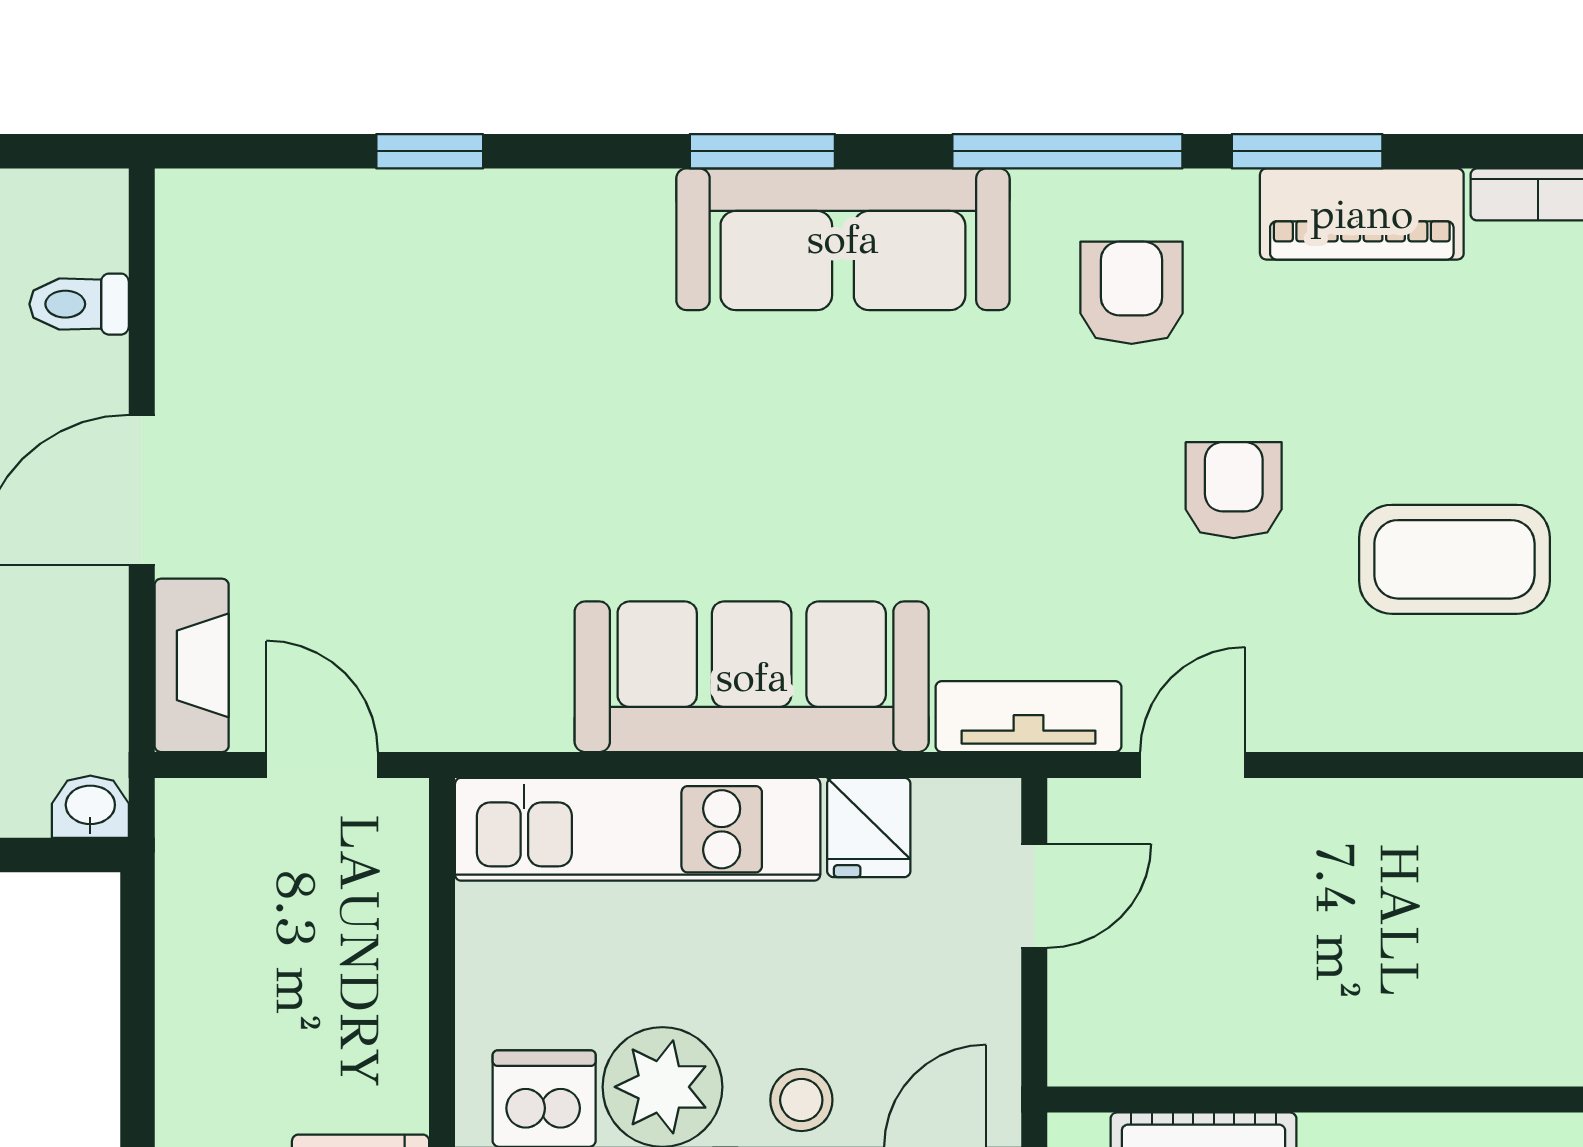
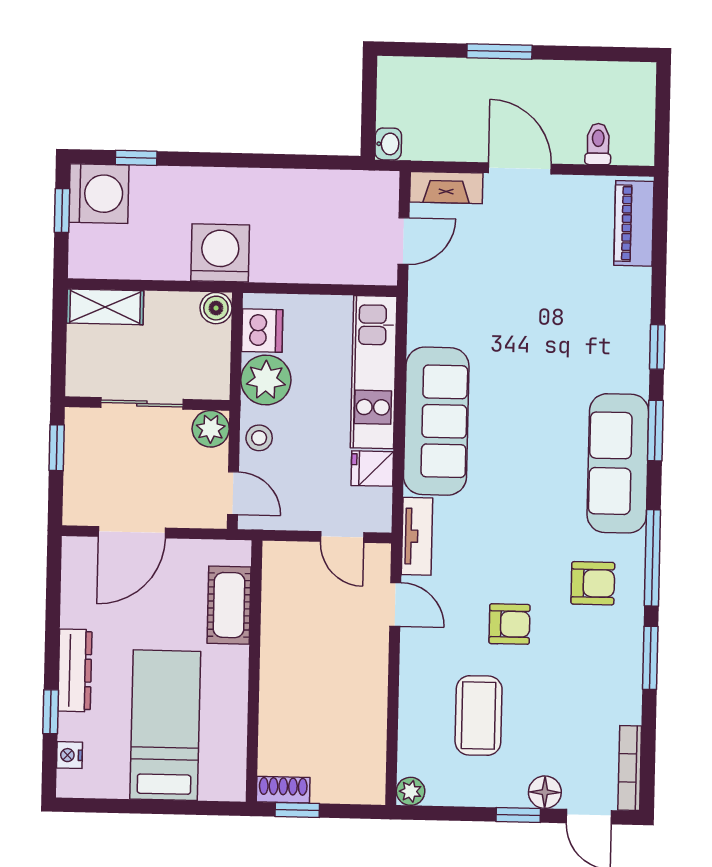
window: (430, 151) -> (657, 347), moved
piano: (1362, 214) -> (634, 223), moved

